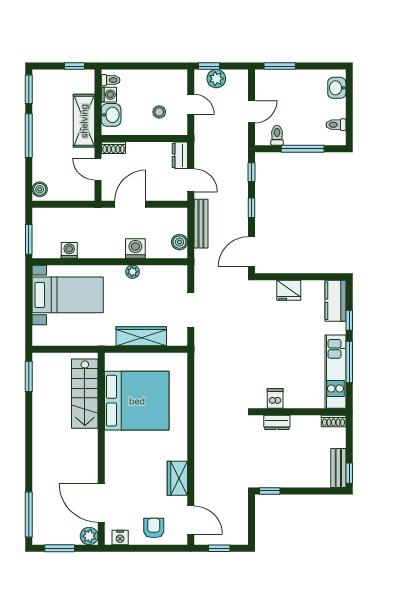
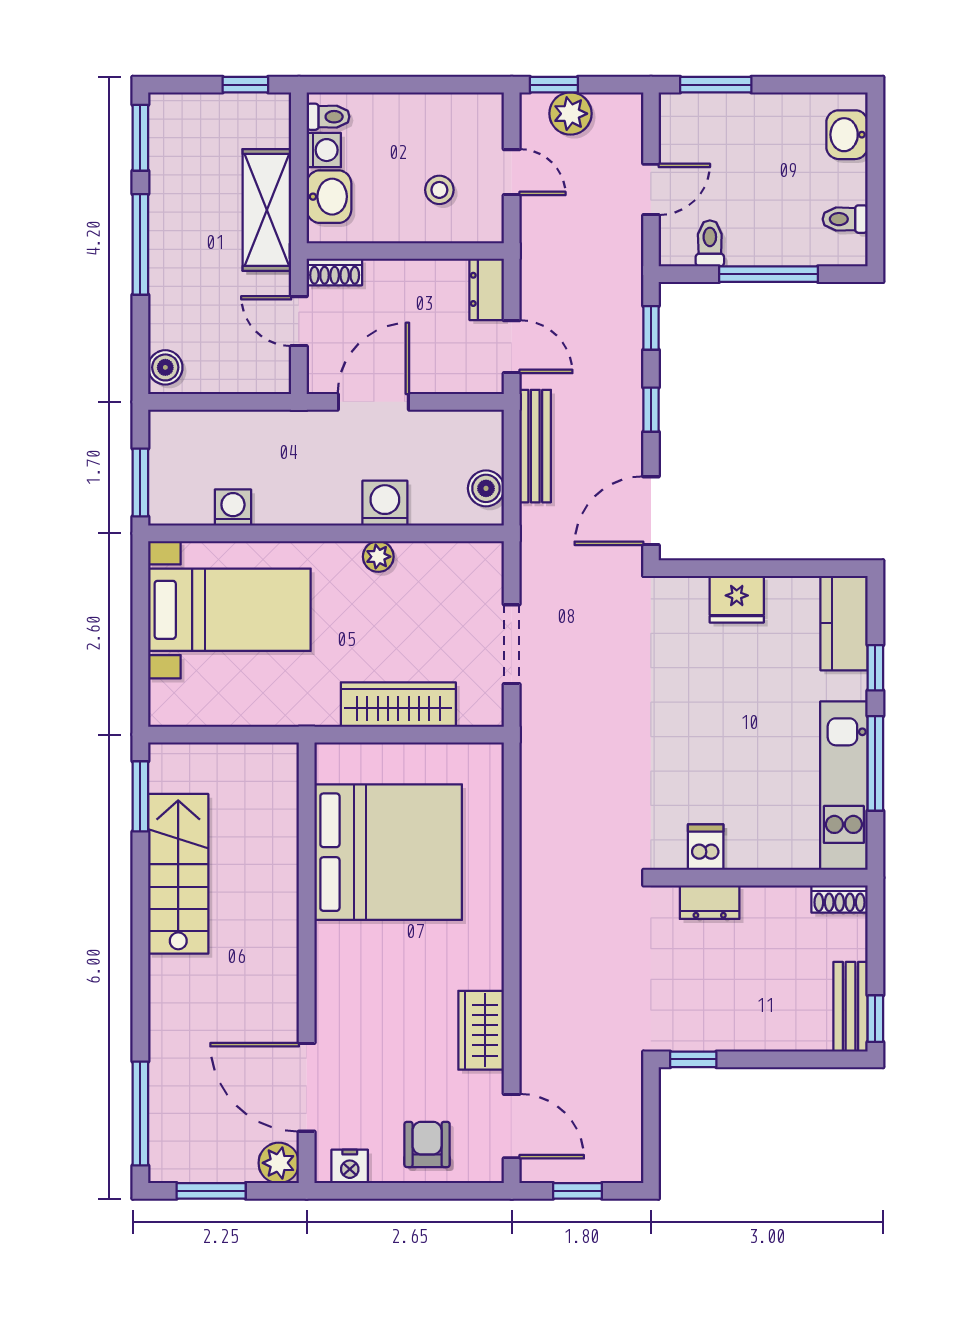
stairs: (85, 394) -> (178, 874), moved, turned 180

